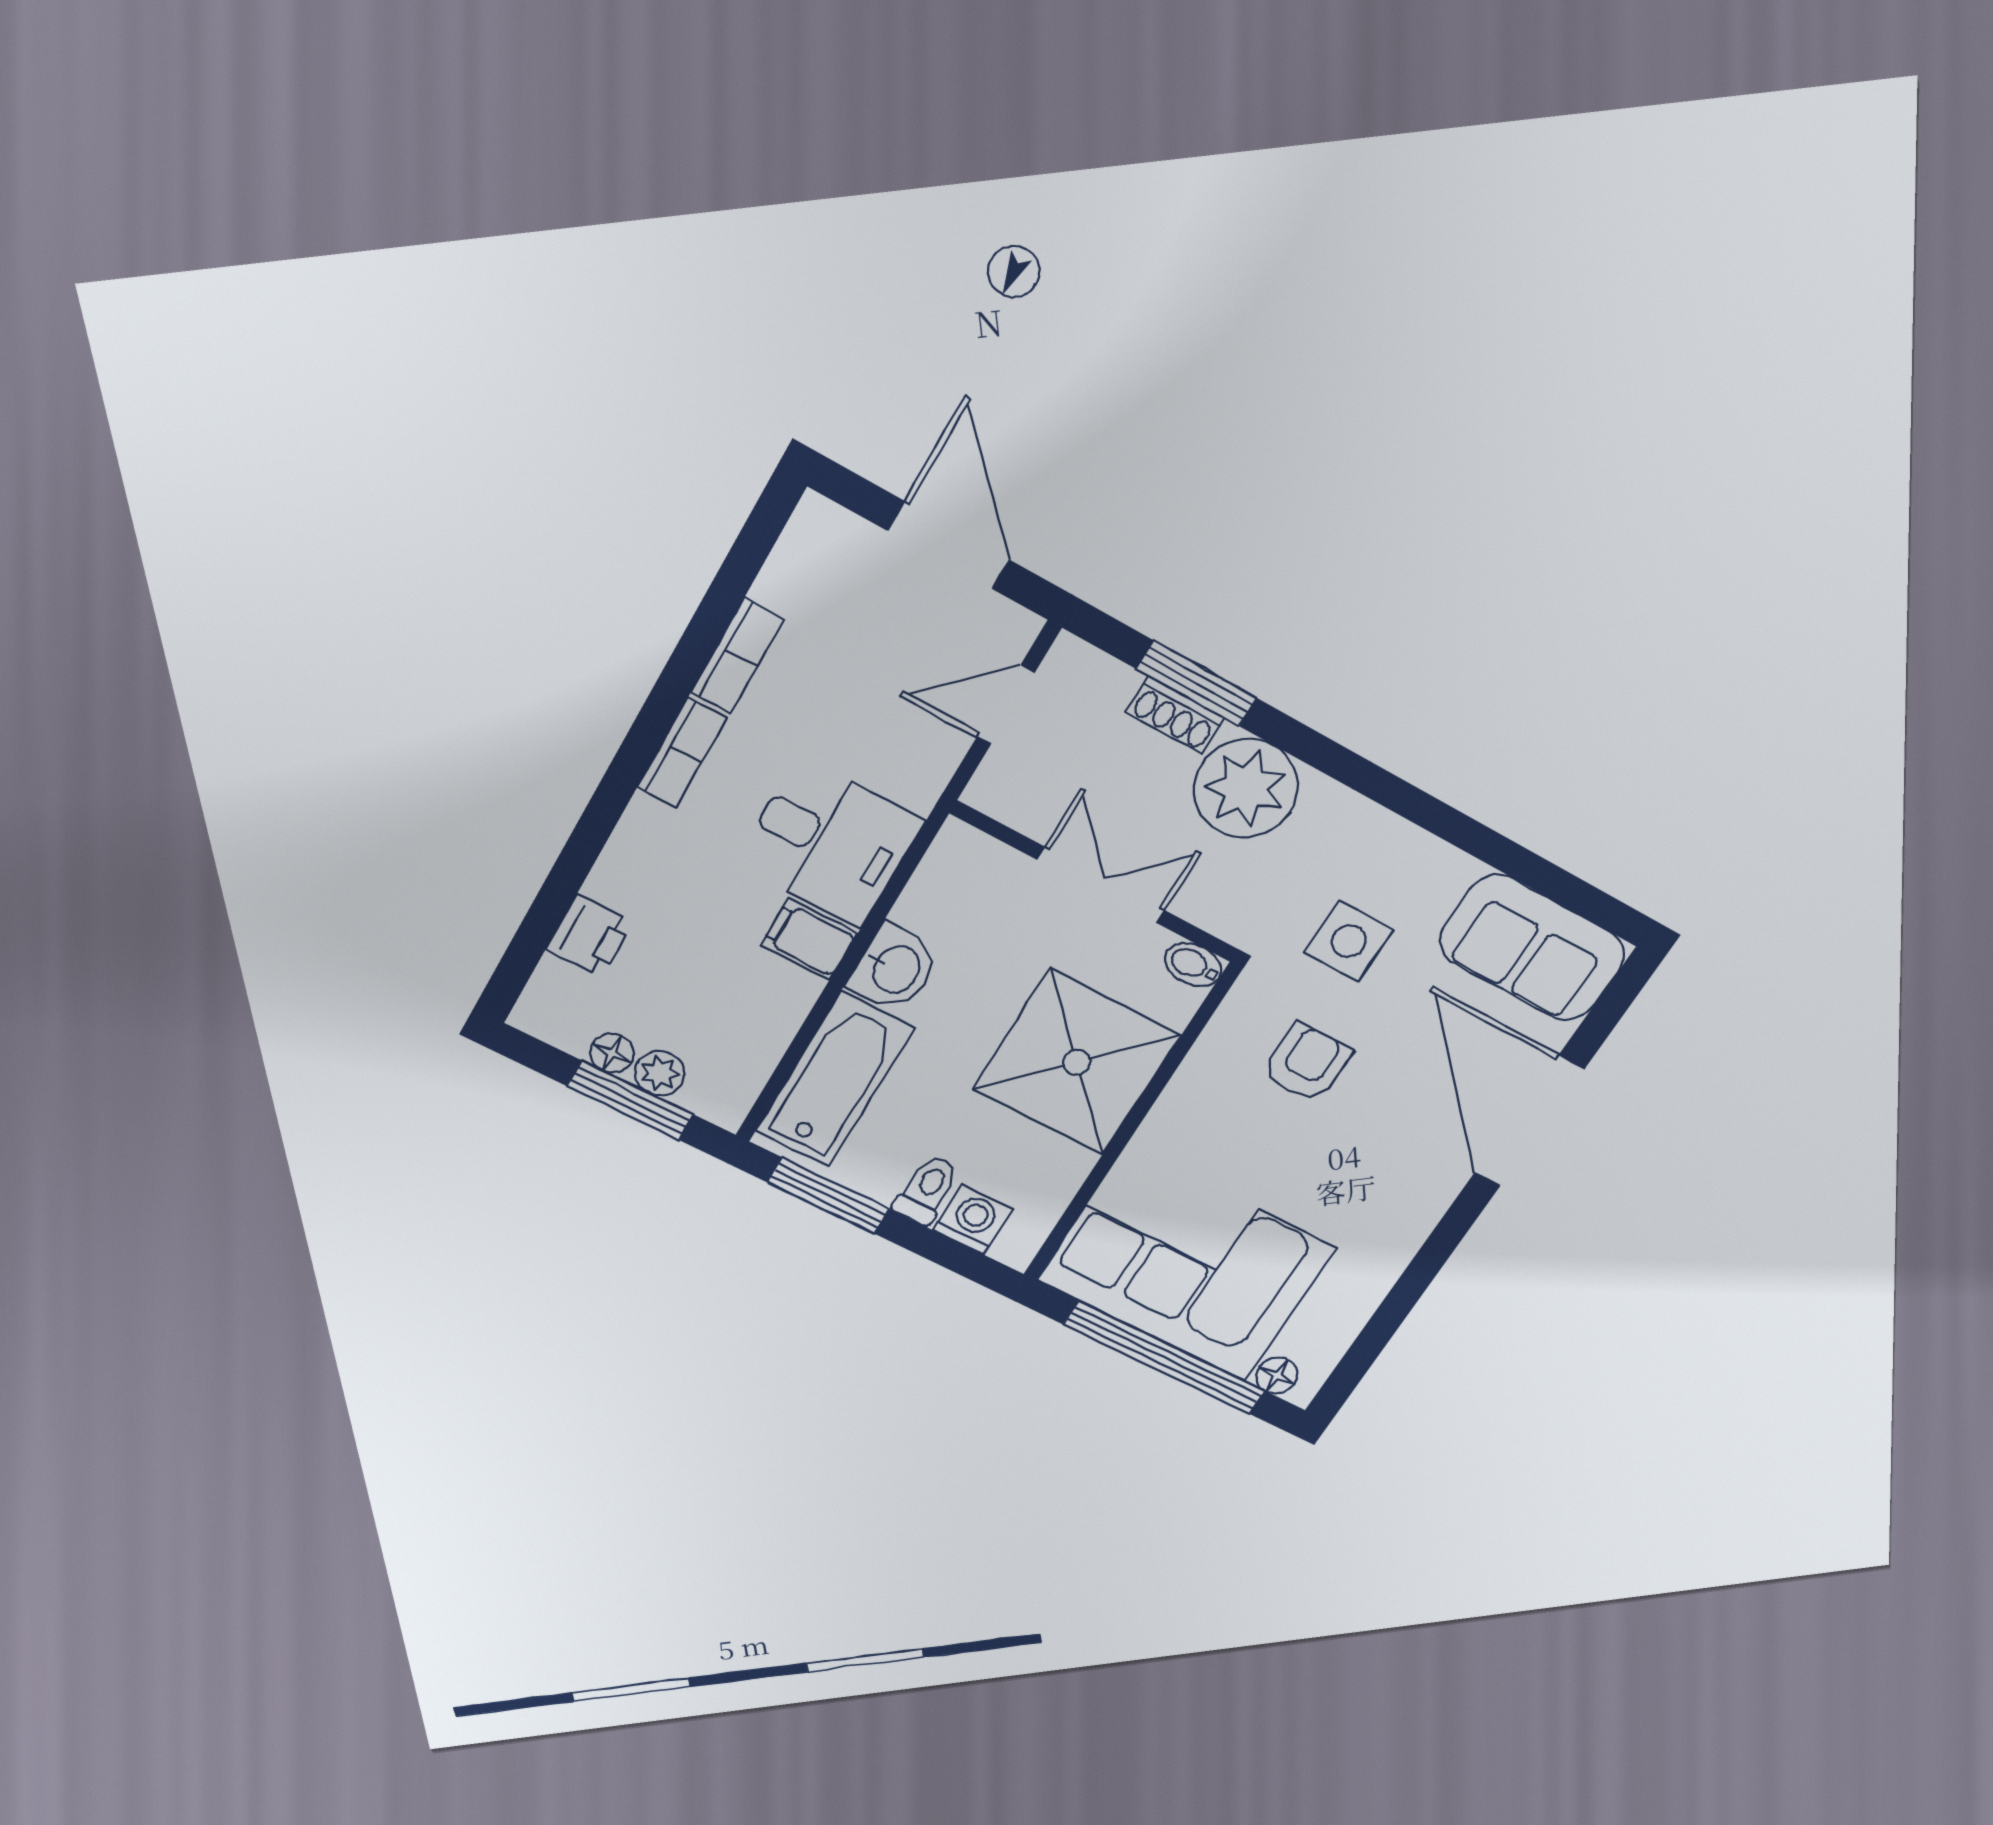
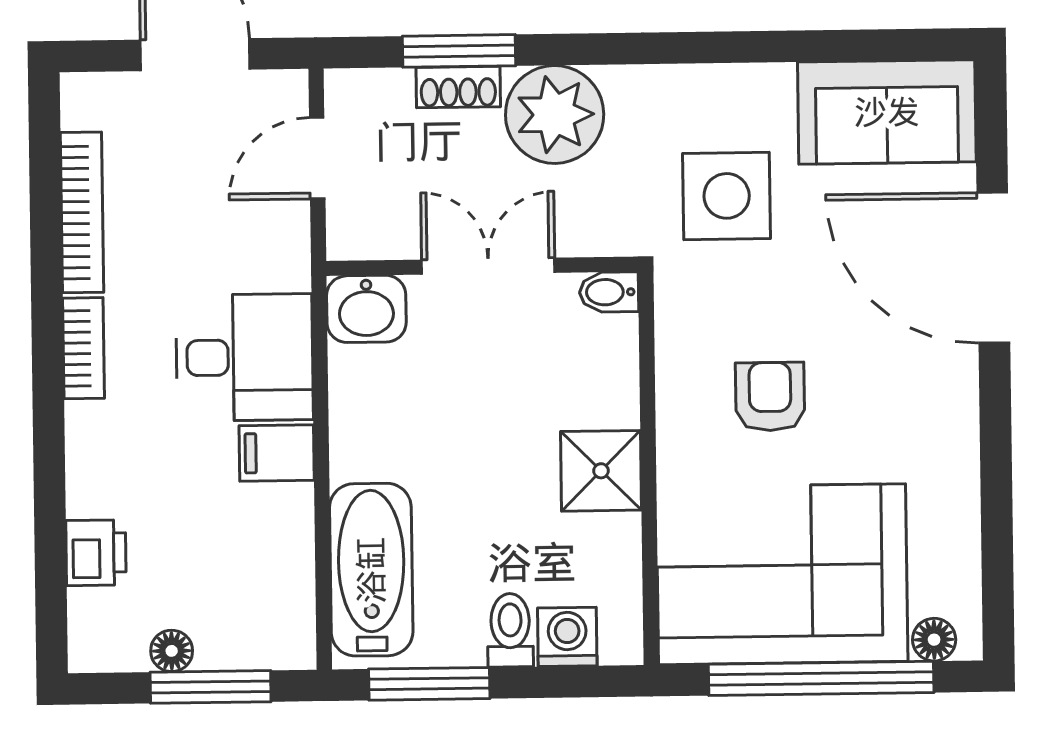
bookcase: (737, 656) -> (82, 212), width x1.56
side table: (1349, 941) -> (727, 196), width x1.37, depth x1.37
washbasin: (895, 969) -> (366, 309), moved, turned 90
shower: (1077, 1062) -> (601, 471), width x0.54, depth x0.54
armchair: (1307, 1063) -> (770, 397), moved
plant: (660, 1073) -> (221, 647), removed

